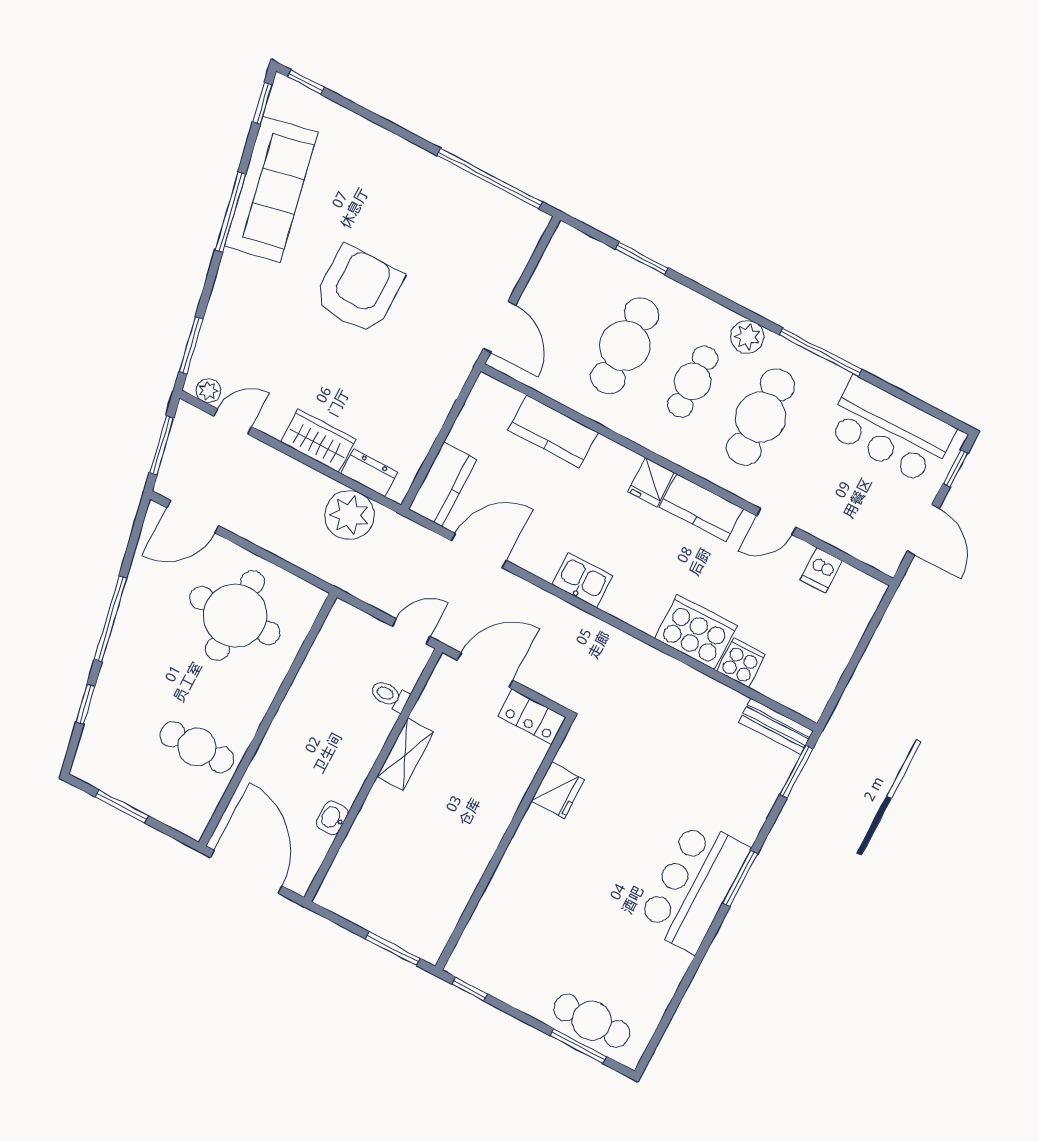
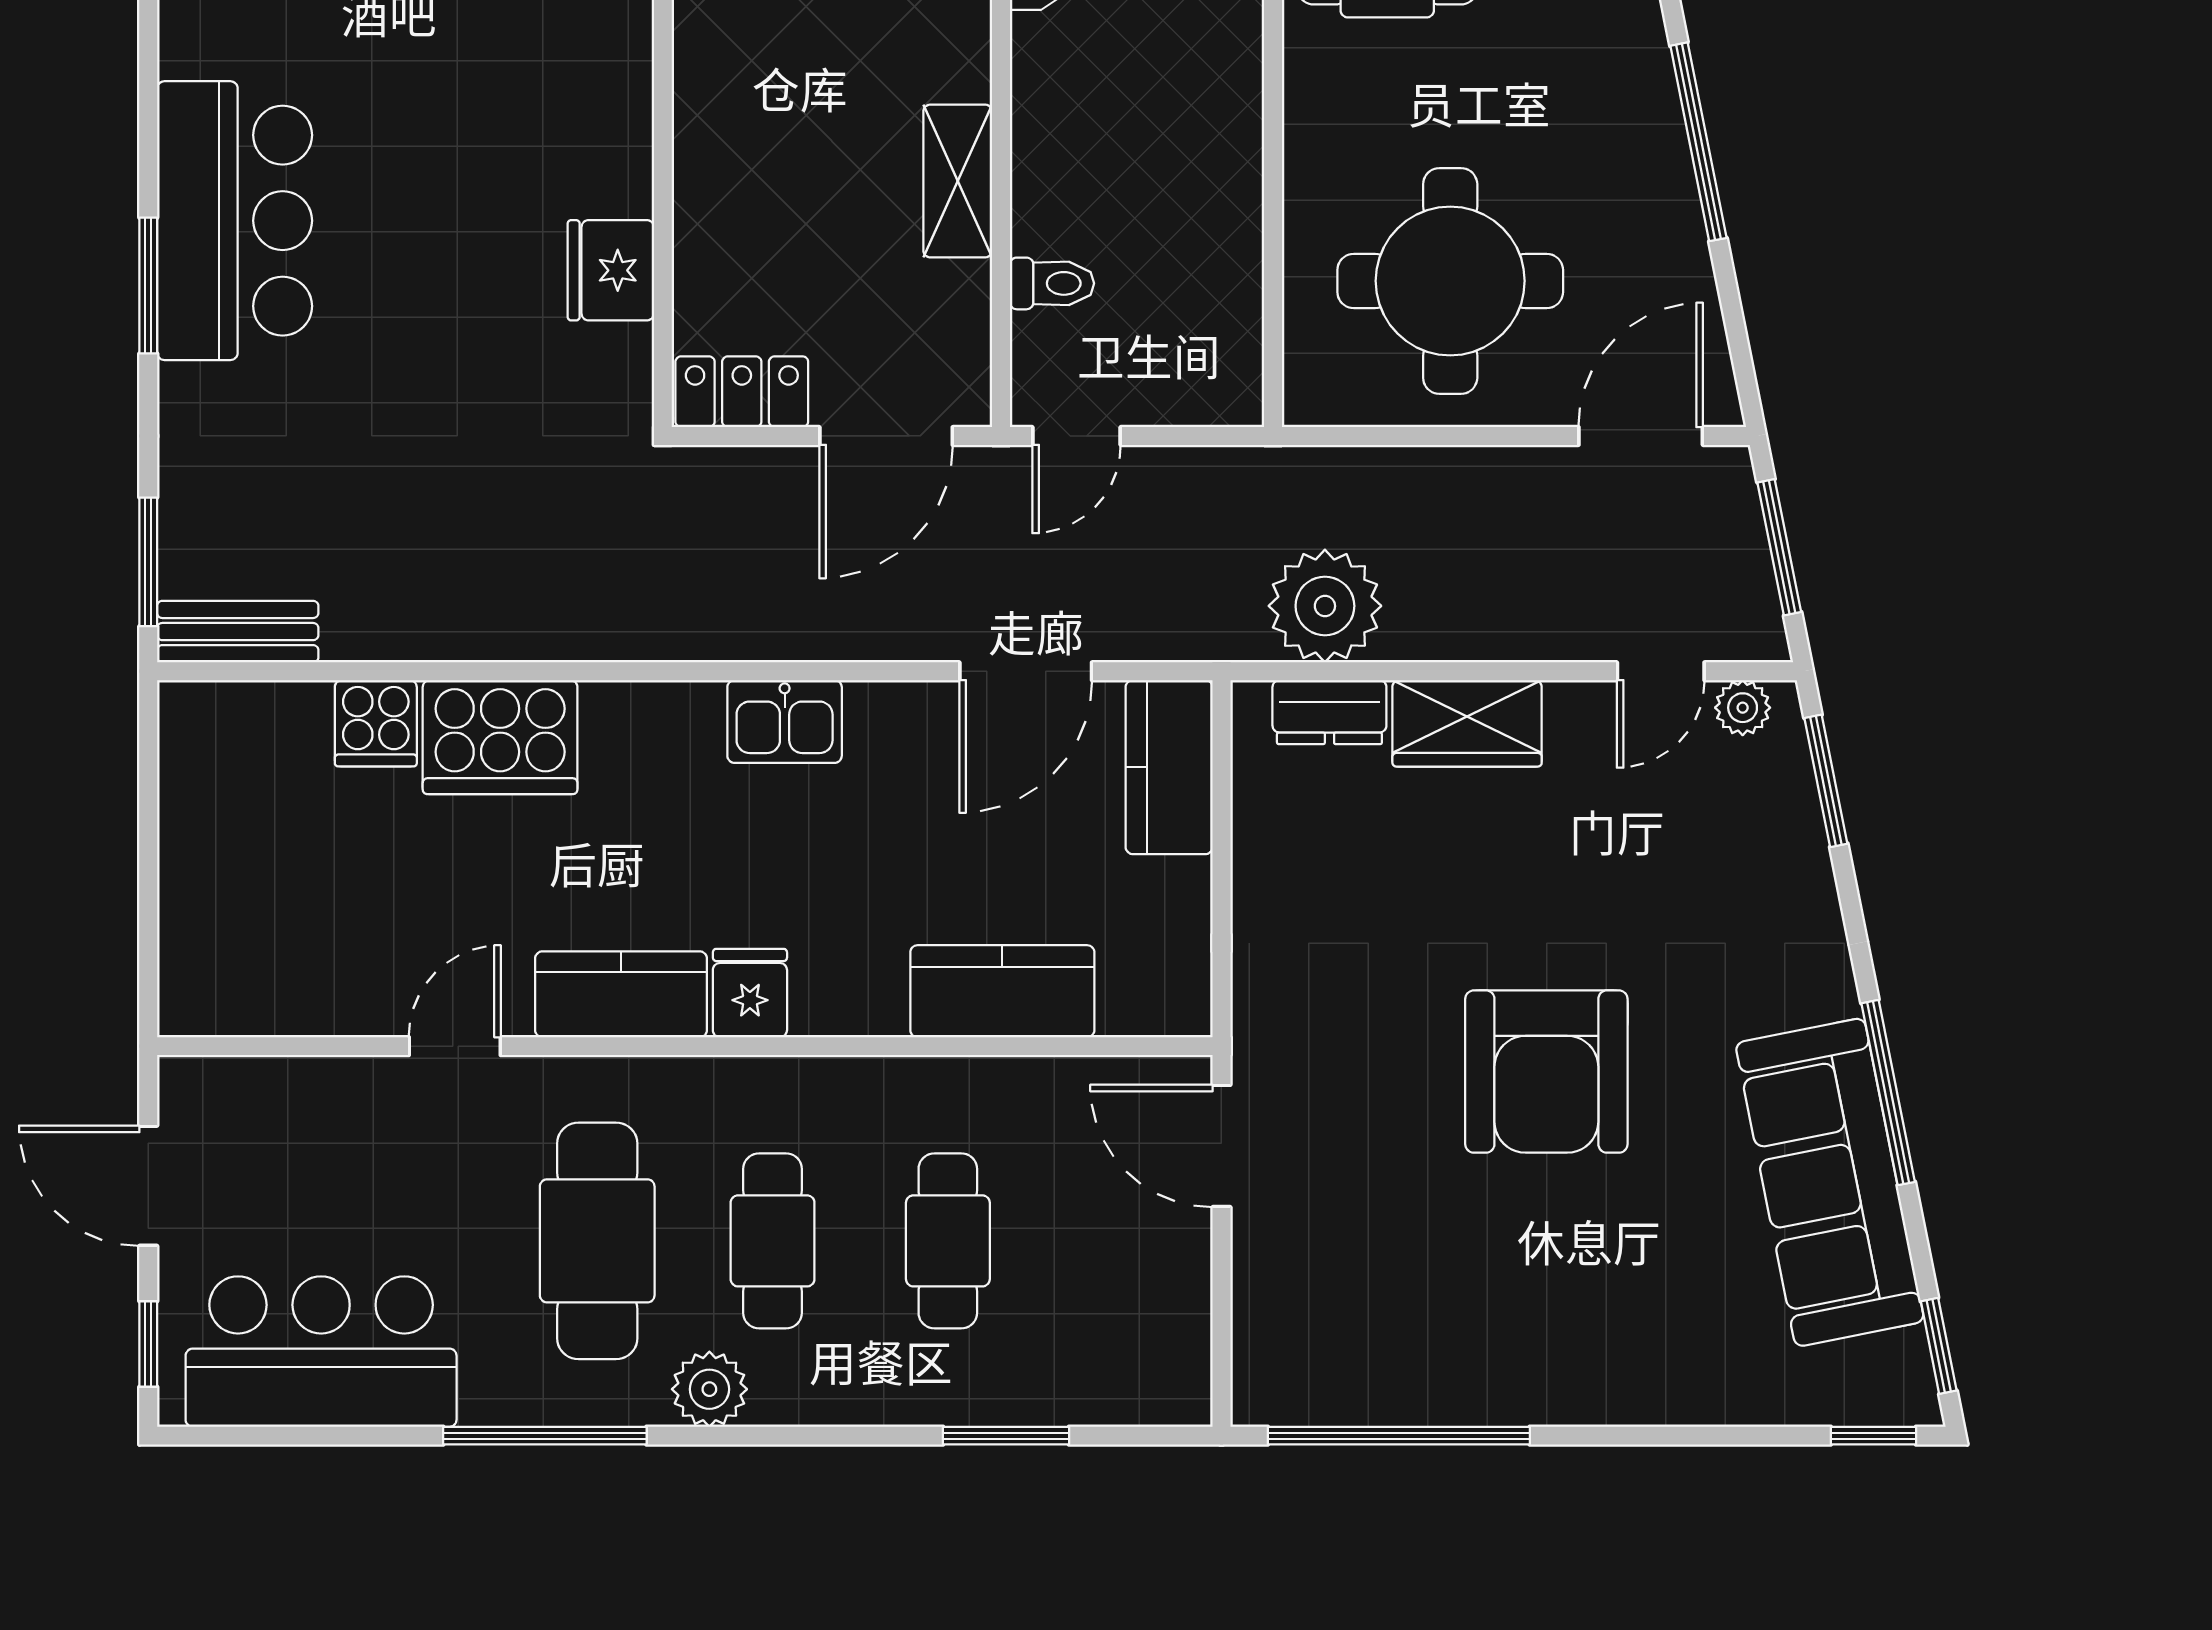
cafe table: (625, 346) -> (948, 1241), width x0.73, depth x0.74
dishwasher: (821, 570) -> (312, 995), removed

